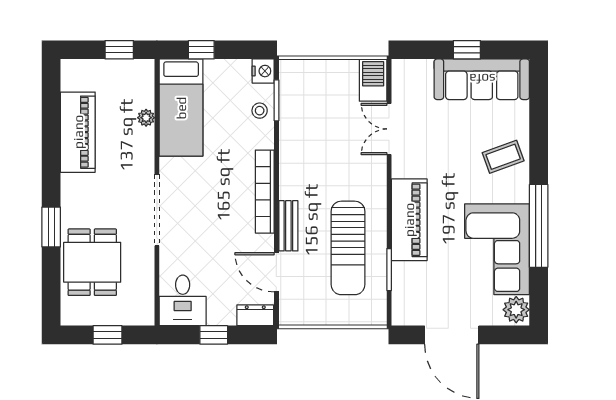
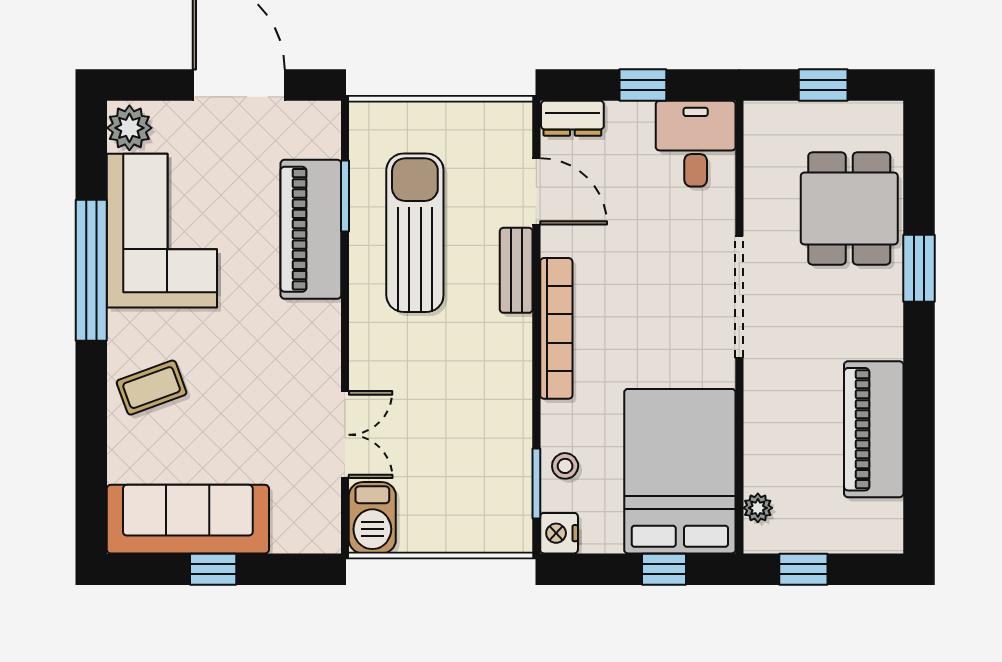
bed: (181, 108) -> (680, 471), width x1.50
plant: (146, 118) -> (758, 508), moved
piano: (409, 220) -> (311, 229), moved

